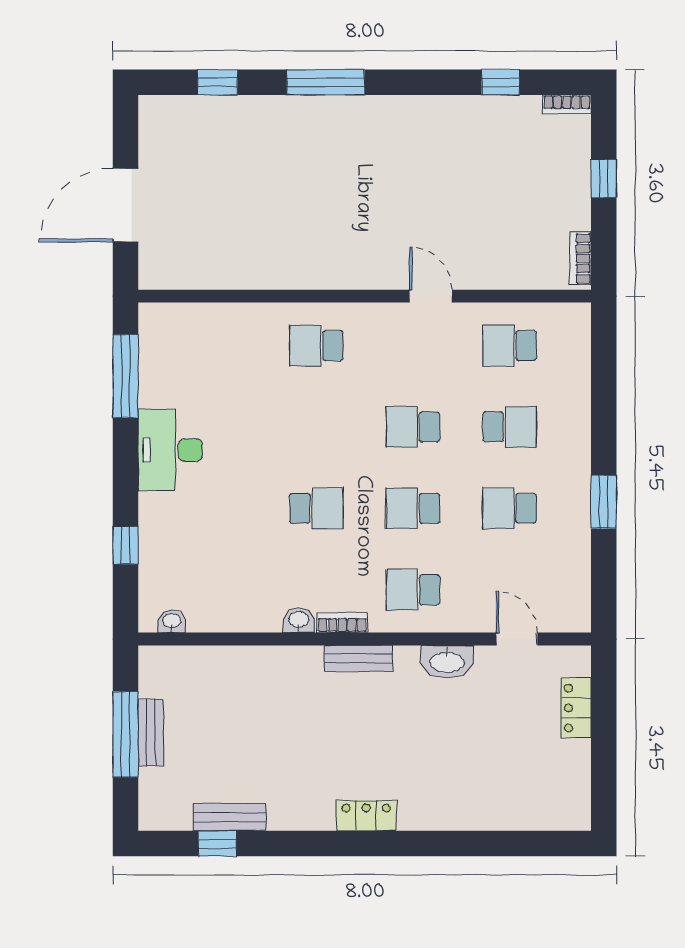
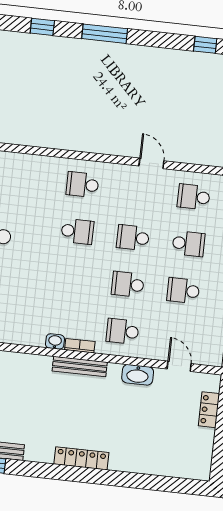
school desk: (316, 508) -> (77, 231), moved
bench: (358, 658) -> (80, 366), width x1.36
locker: (366, 816) -> (81, 458), width x1.53

